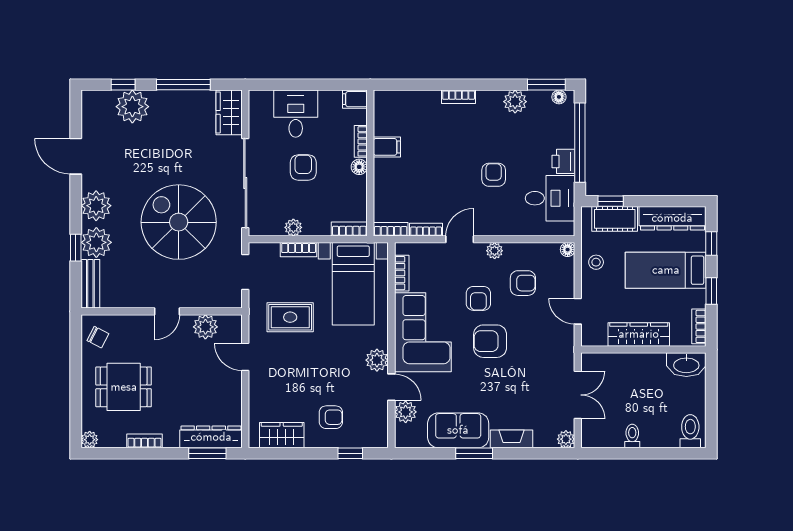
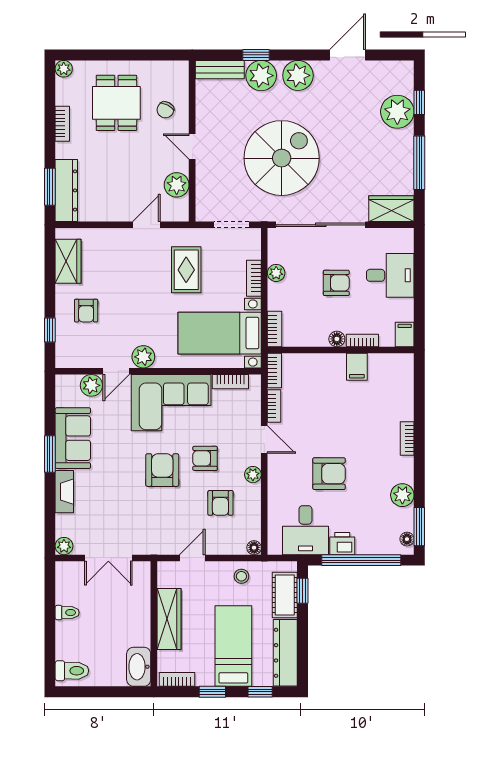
armchair: (494, 175) -> (329, 474), width x1.38, depth x1.38
chair: (98, 337) -> (165, 110), moved

